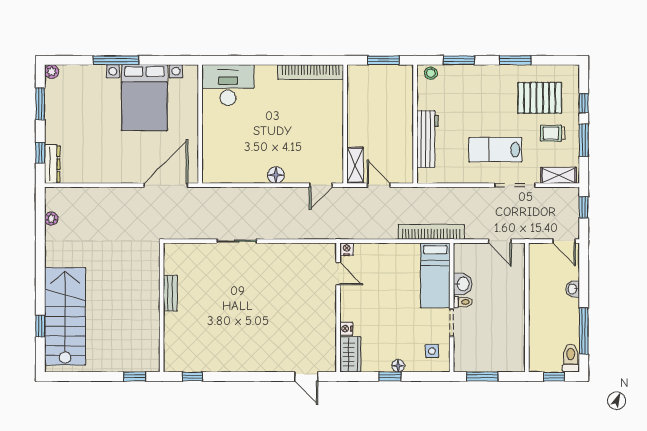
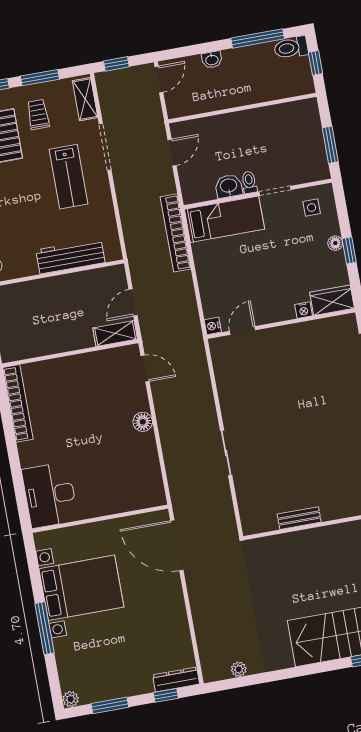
trolley: (553, 133) -> (38, 115), turned 180

